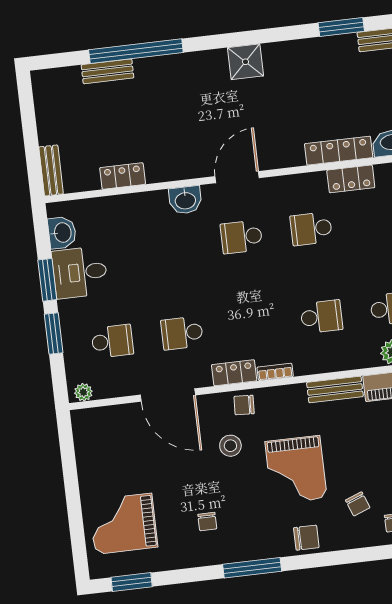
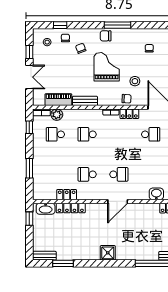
washbasin: (185, 200) -> (156, 194), moved
school desk: (311, 229) -> (87, 174), turned 180
window: (252, 568) -> (117, 25), moved

